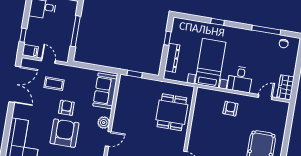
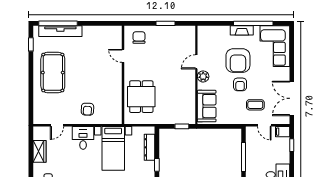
wardrobe: (286, 87) -> (39, 151), moved

